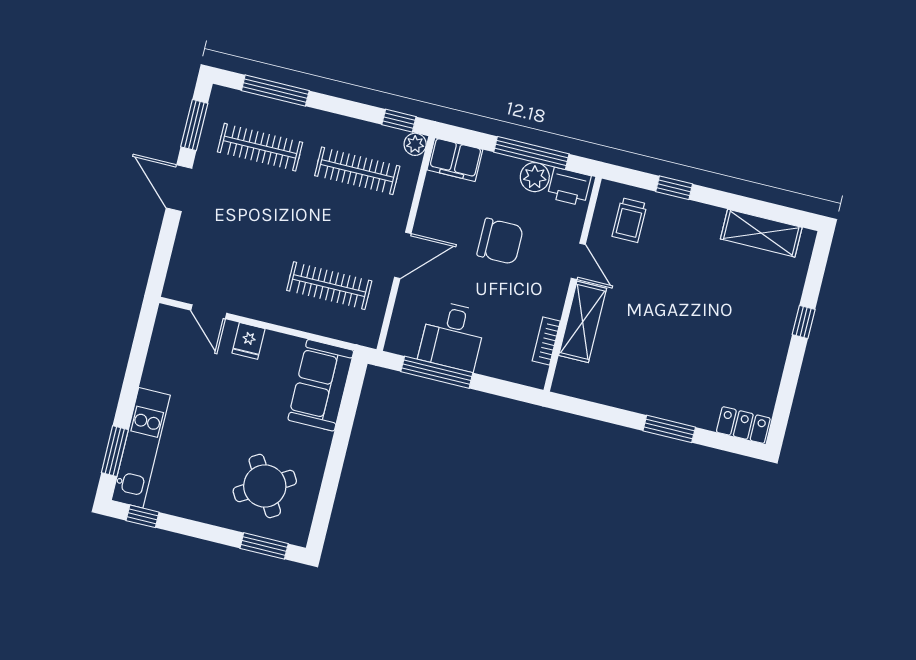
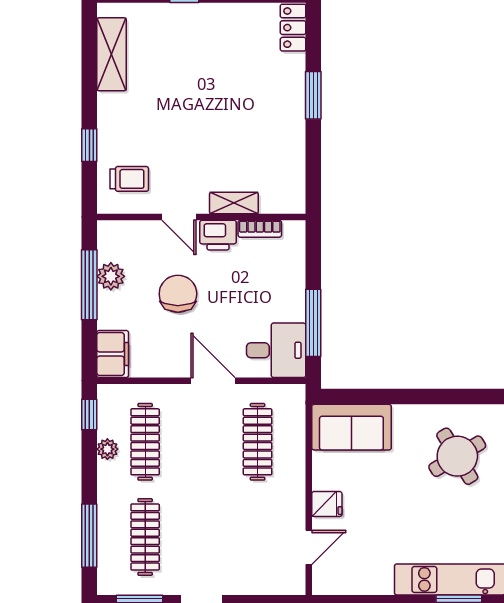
plant: (415, 144) -> (107, 449), moved
printer: (569, 187) -> (218, 235), moved, turned 90
door: (578, 261) -> (179, 217), swing flipped
shelving: (583, 322) -> (234, 203), width x0.67, depth x0.75
desk: (453, 336) -> (276, 350), moved

